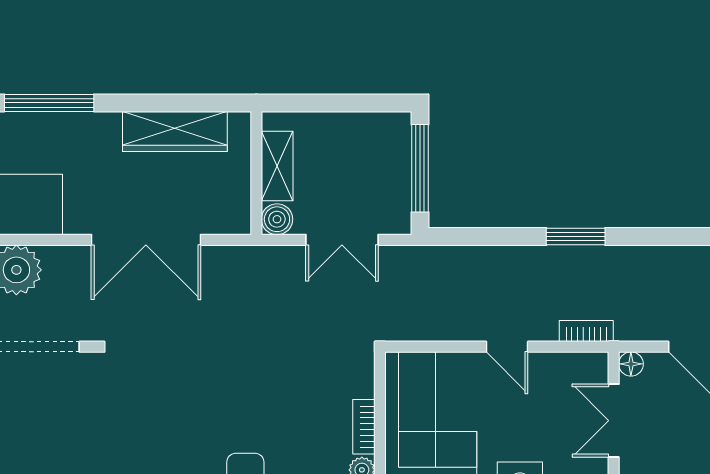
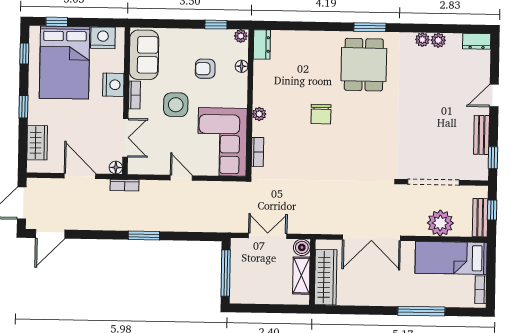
wardrobe: (175, 131) -> (326, 277), moved, turned 90
double door: (146, 240) -> (371, 238), swing flipped
bookcase: (586, 331) -> (124, 185), moved
bookcase: (364, 427) -> (257, 152), moved

